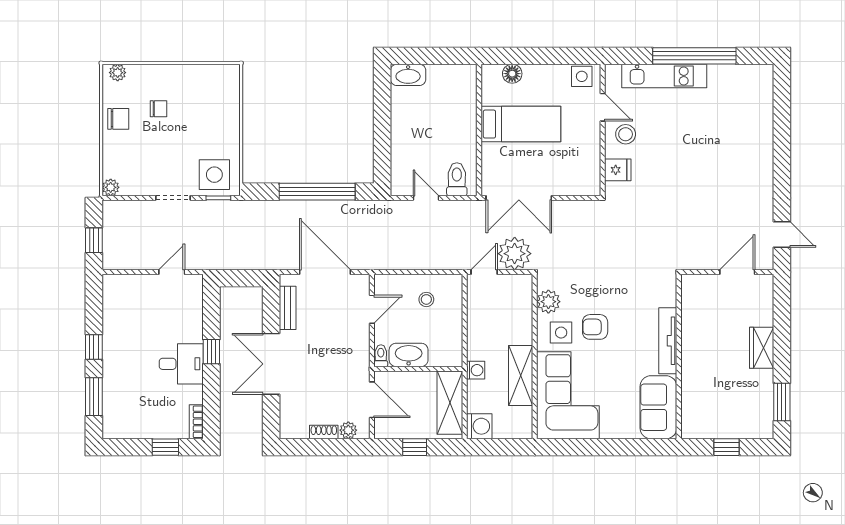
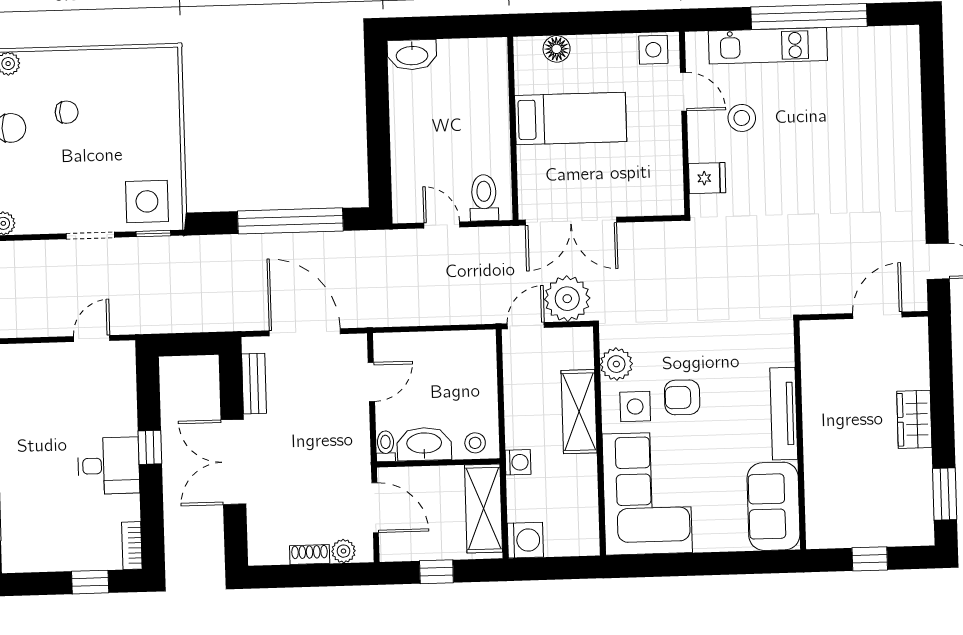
stool: (626, 134) -> (742, 118), moved
stool: (426, 299) -> (475, 443), moved
shelving: (521, 375) -> (579, 412), moved

